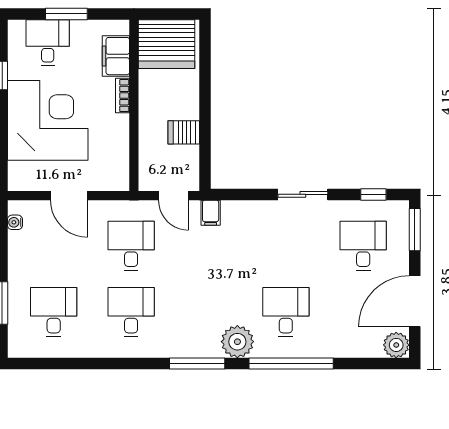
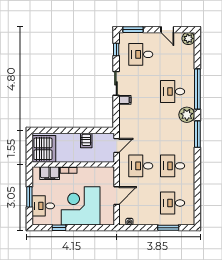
filing cabinet: (211, 213) -> (125, 100), moved
door: (415, 301) -> (167, 30), width x0.53

